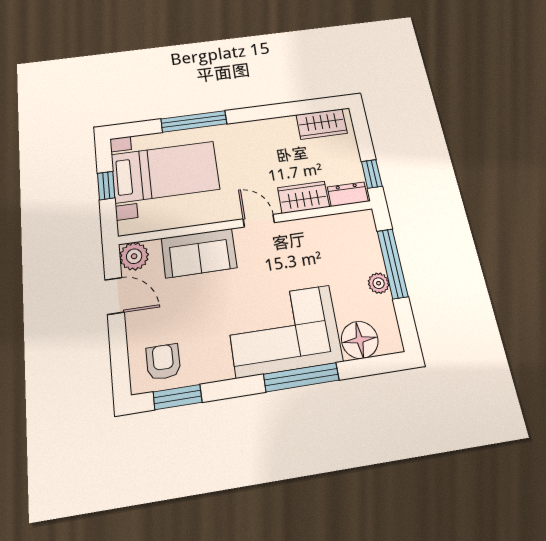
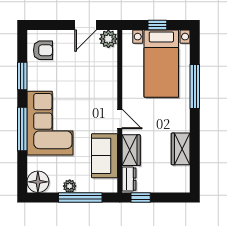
wardrobe: (322, 124) -> (181, 149), moved
door: (259, 221) -> (120, 119), hinge flipped
sofa: (199, 253) -> (105, 156), moved
floor lamp: (360, 340) -> (38, 182), moved
window: (177, 397) -> (22, 76), moved

